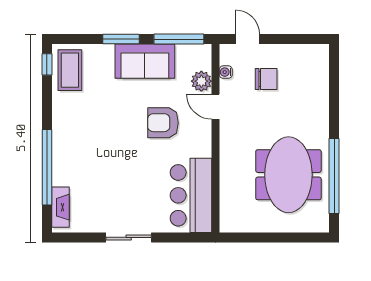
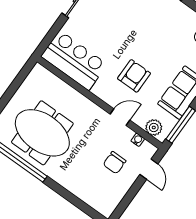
door: (248, 39) -> (149, 169), hinge flipped
plant: (201, 81) -> (154, 128), moved

